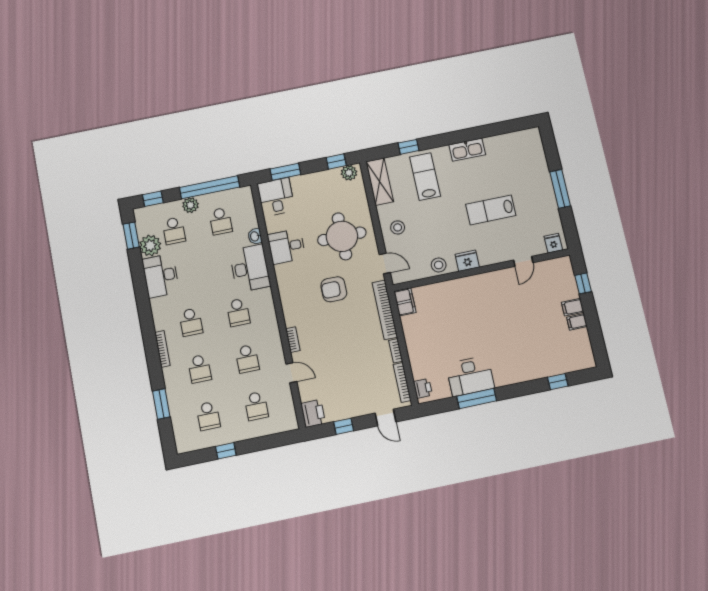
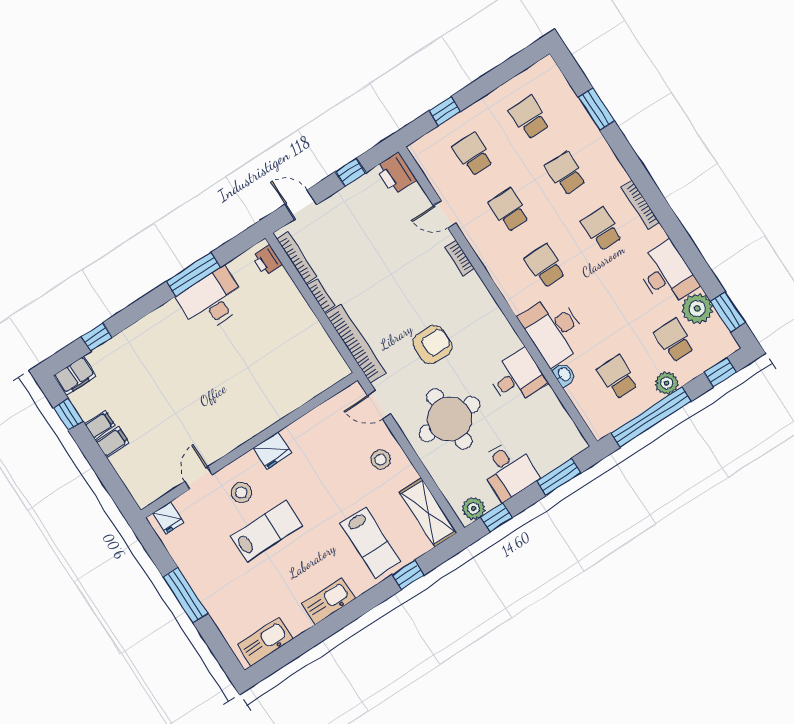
kitchen sink: (518, 140) -> (265, 642), added
desk: (276, 197) -> (508, 470), moved
stool: (439, 265) -> (241, 493), moved
window: (583, 283) -> (68, 414), moved
filing cabinet: (405, 302) -> (75, 376), moved, turned -90
bookcase: (162, 349) -> (640, 205), moved
window: (226, 451) -> (445, 111), moved

